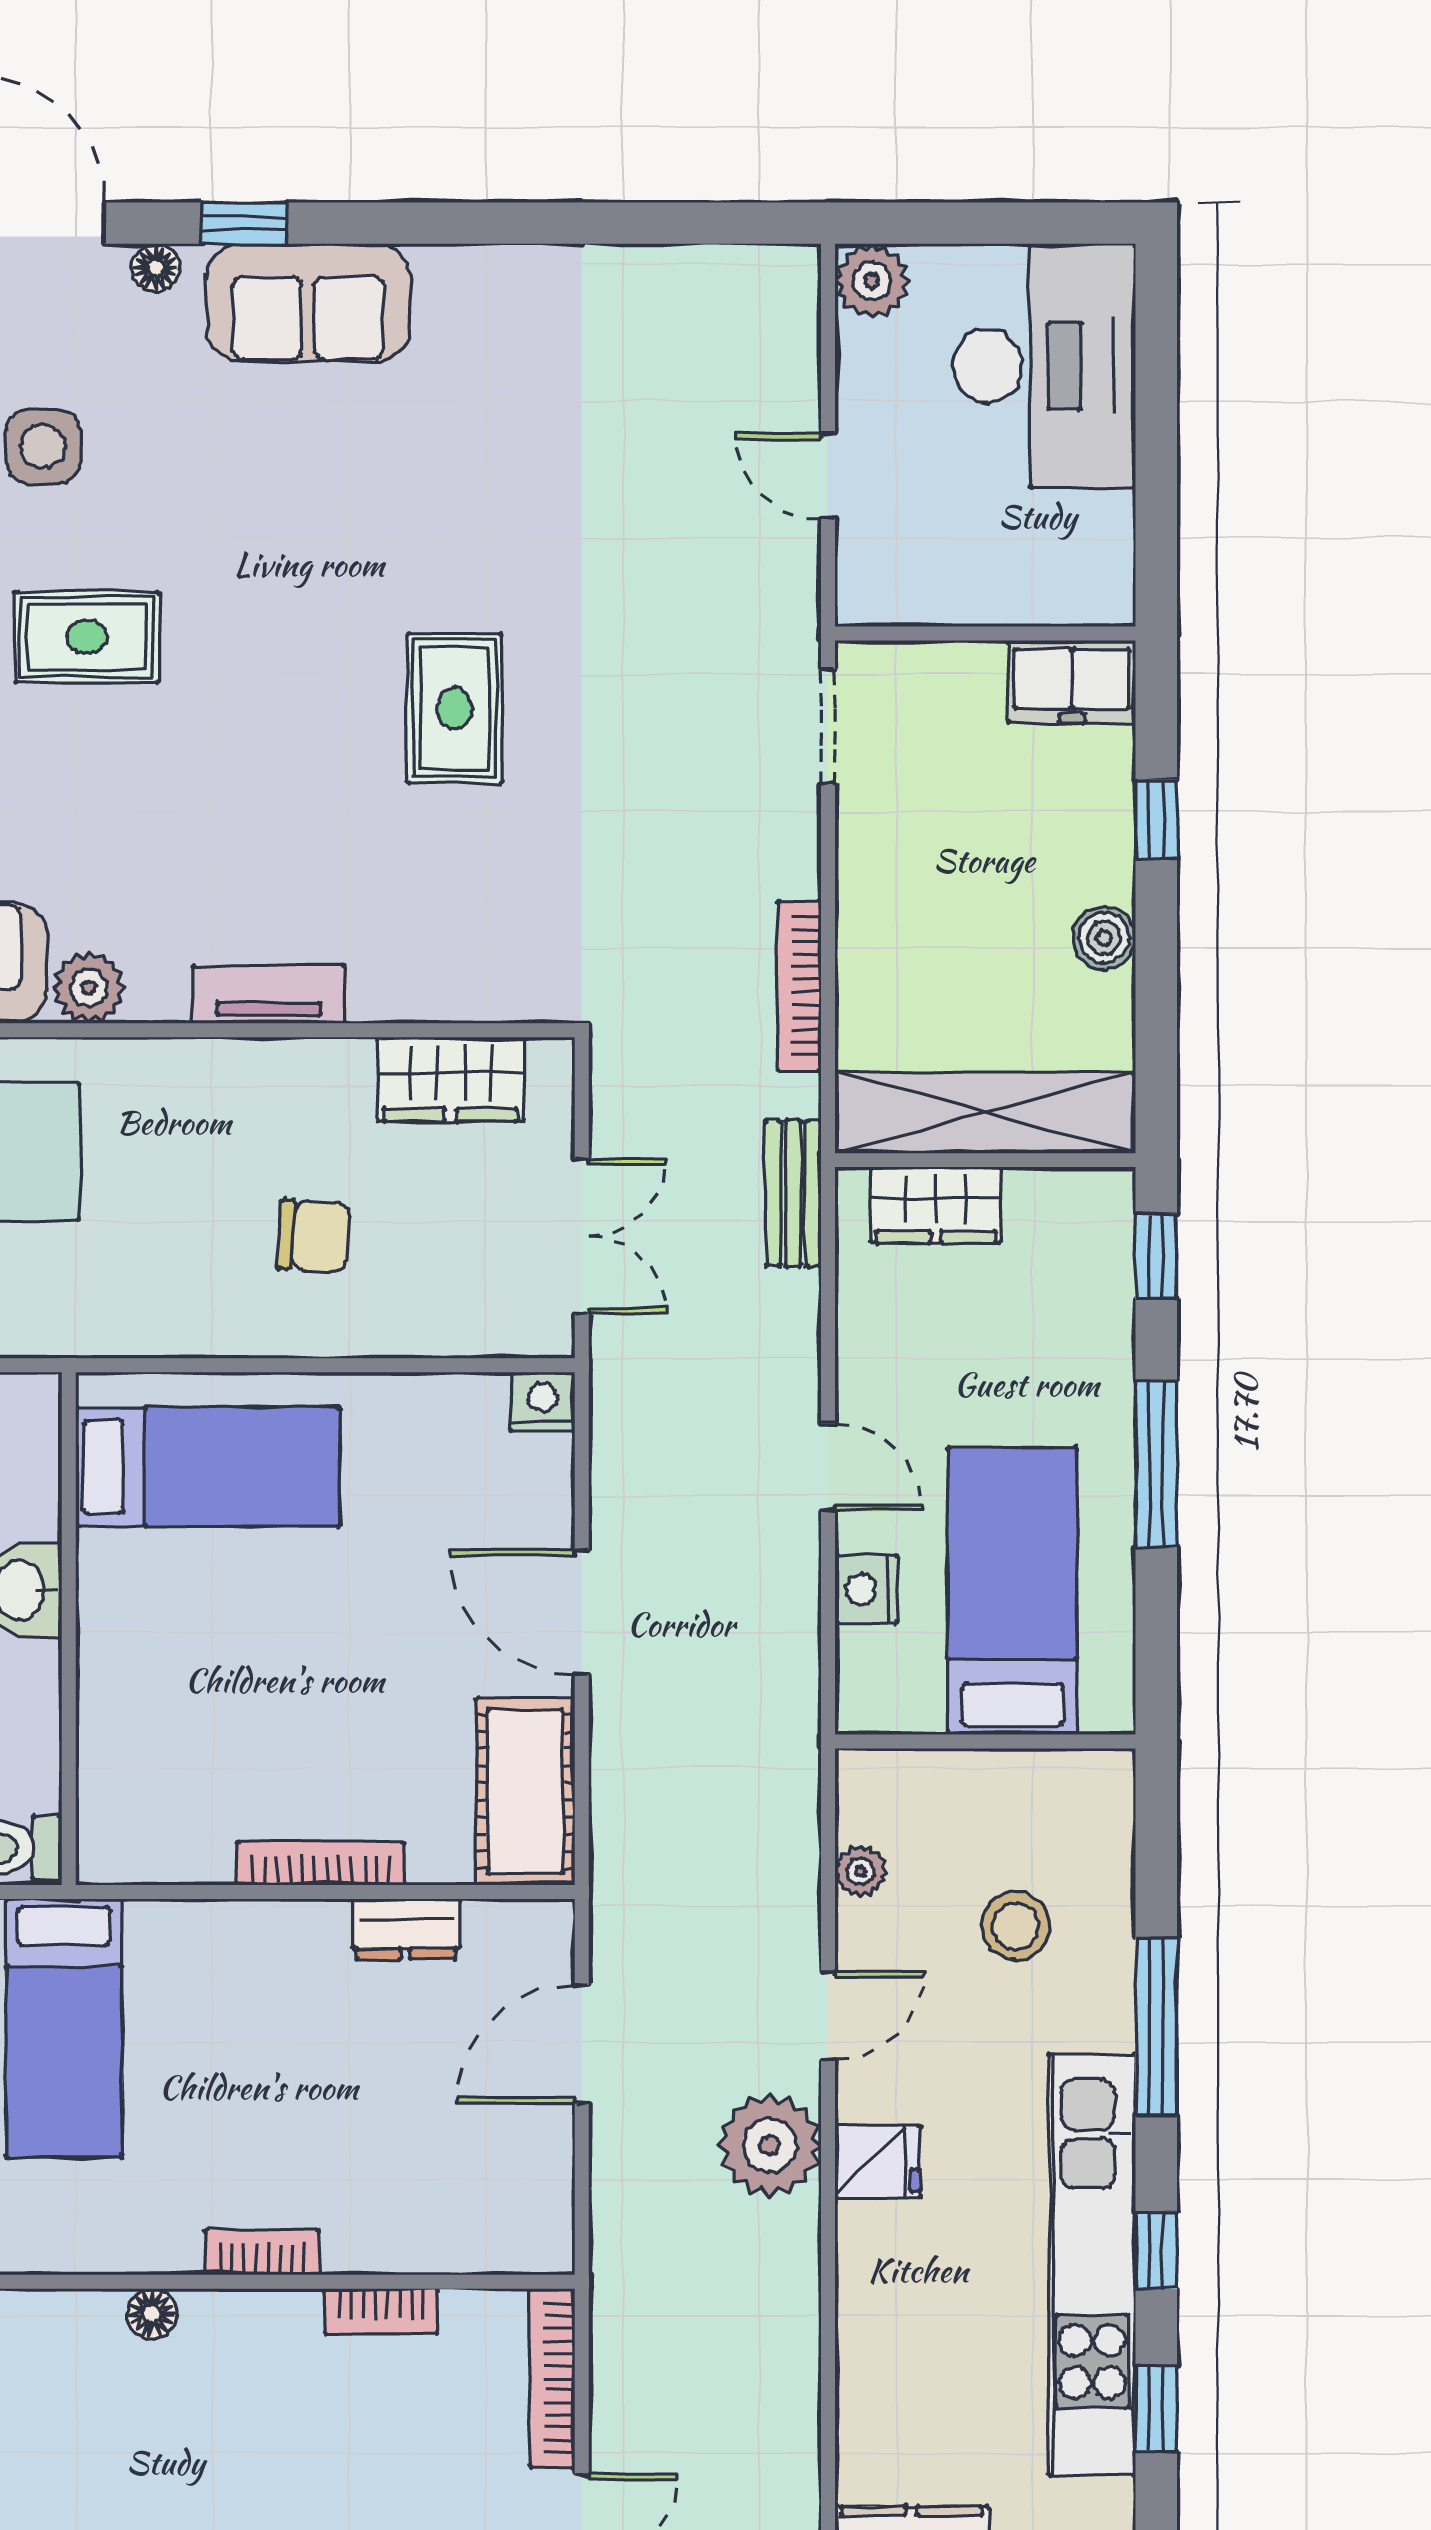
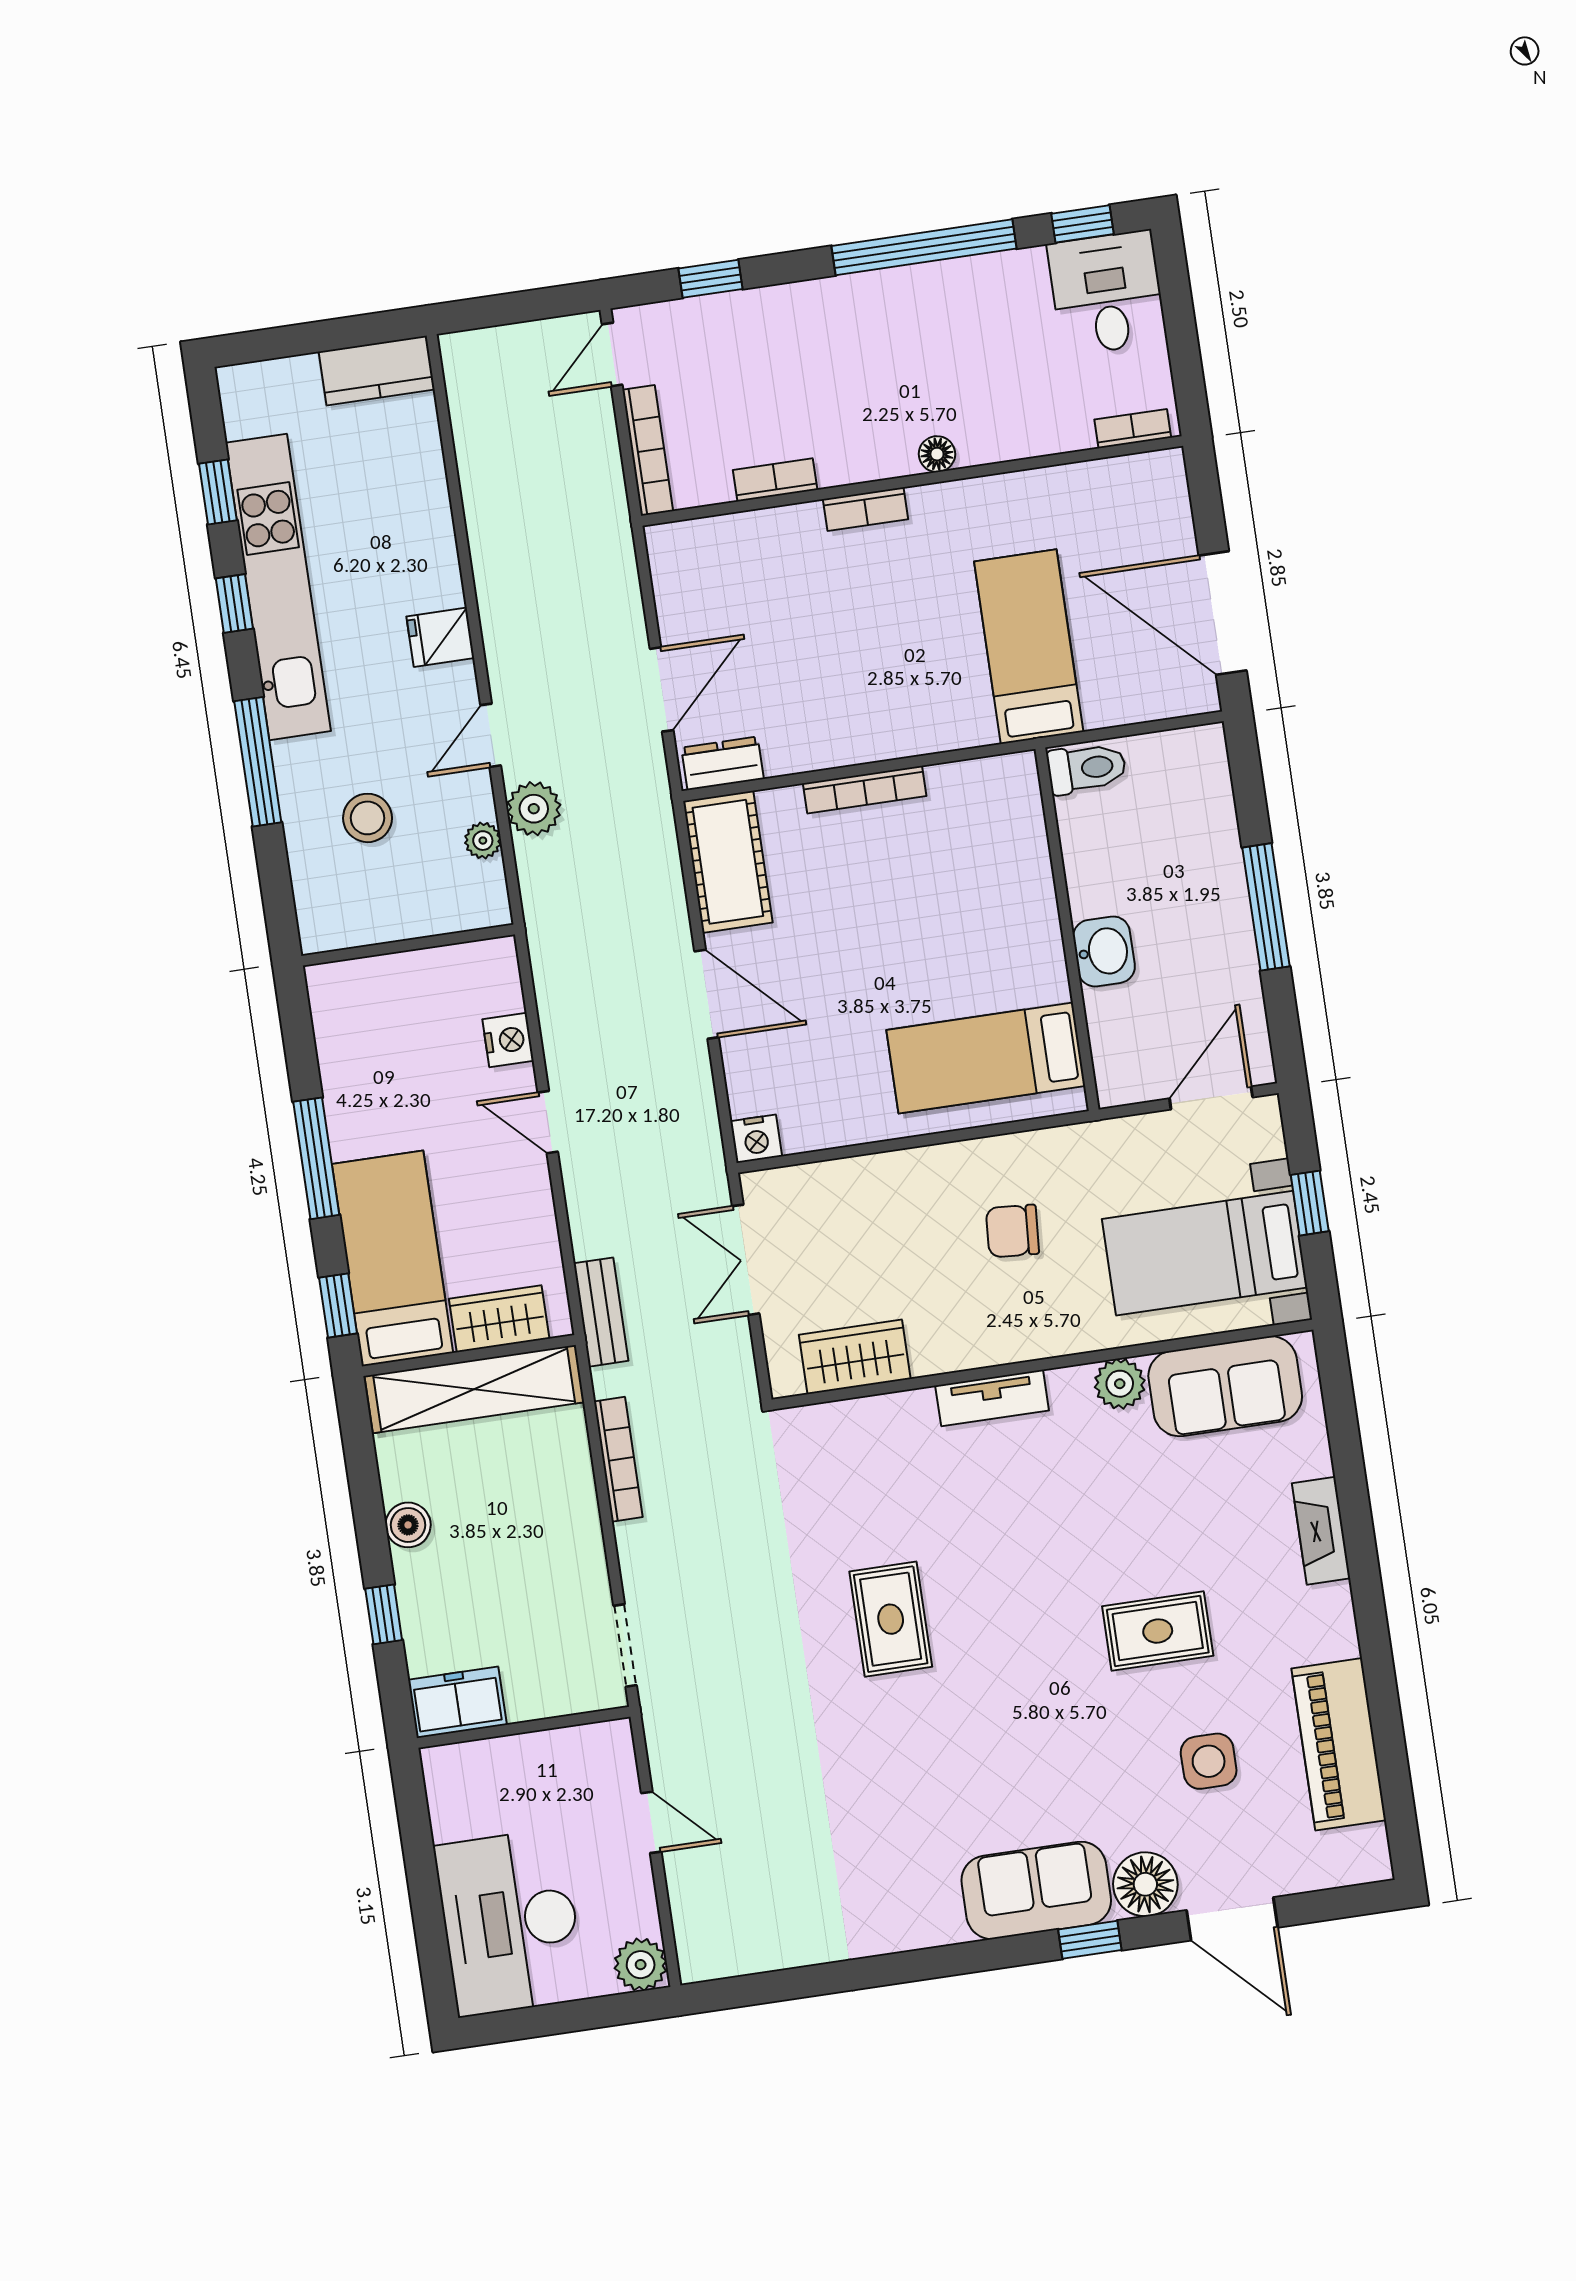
floor lamp: (156, 268) -> (1145, 1884), width x1.89, depth x1.89
chair: (314, 1236) -> (1012, 1231), moved
bed: (1012, 1591) -> (392, 1258), moved, turned 180
dresser: (406, 1929) -> (723, 763), moved
plant: (769, 2145) -> (534, 809), moved, width x0.73, depth x0.73

